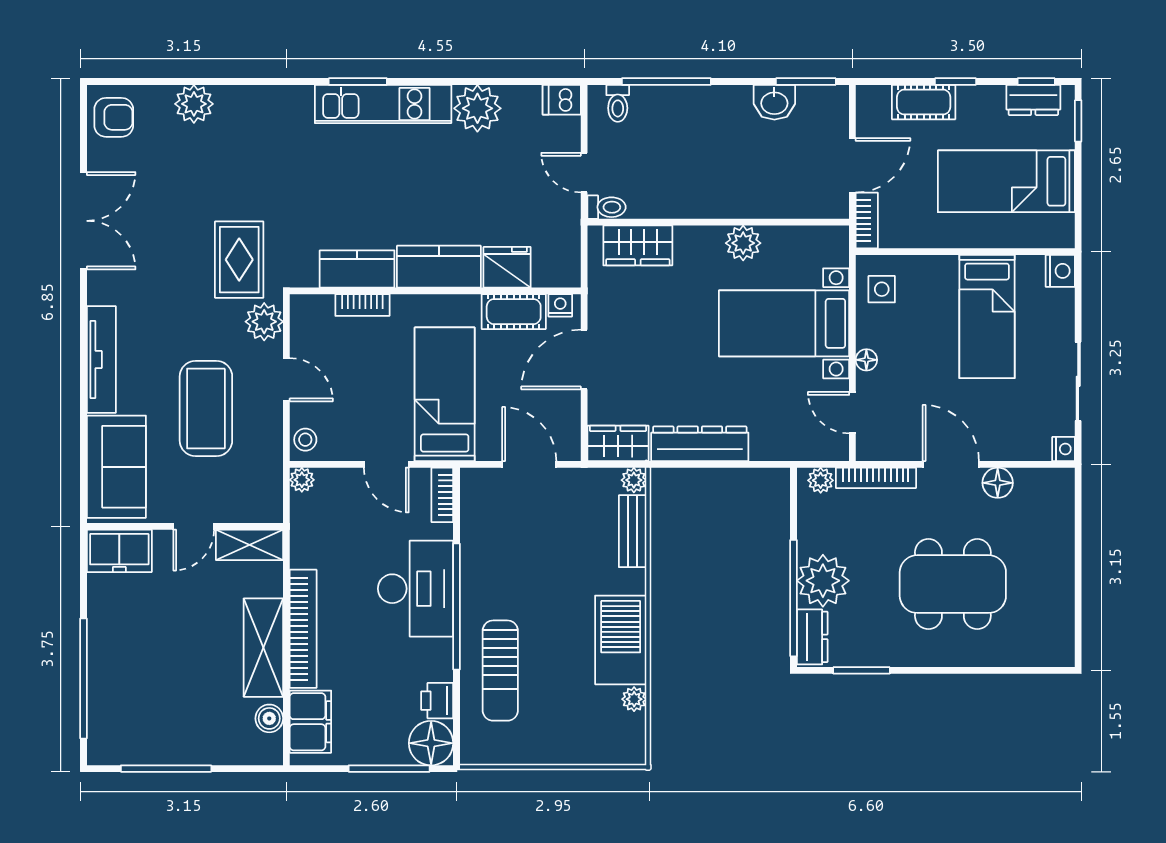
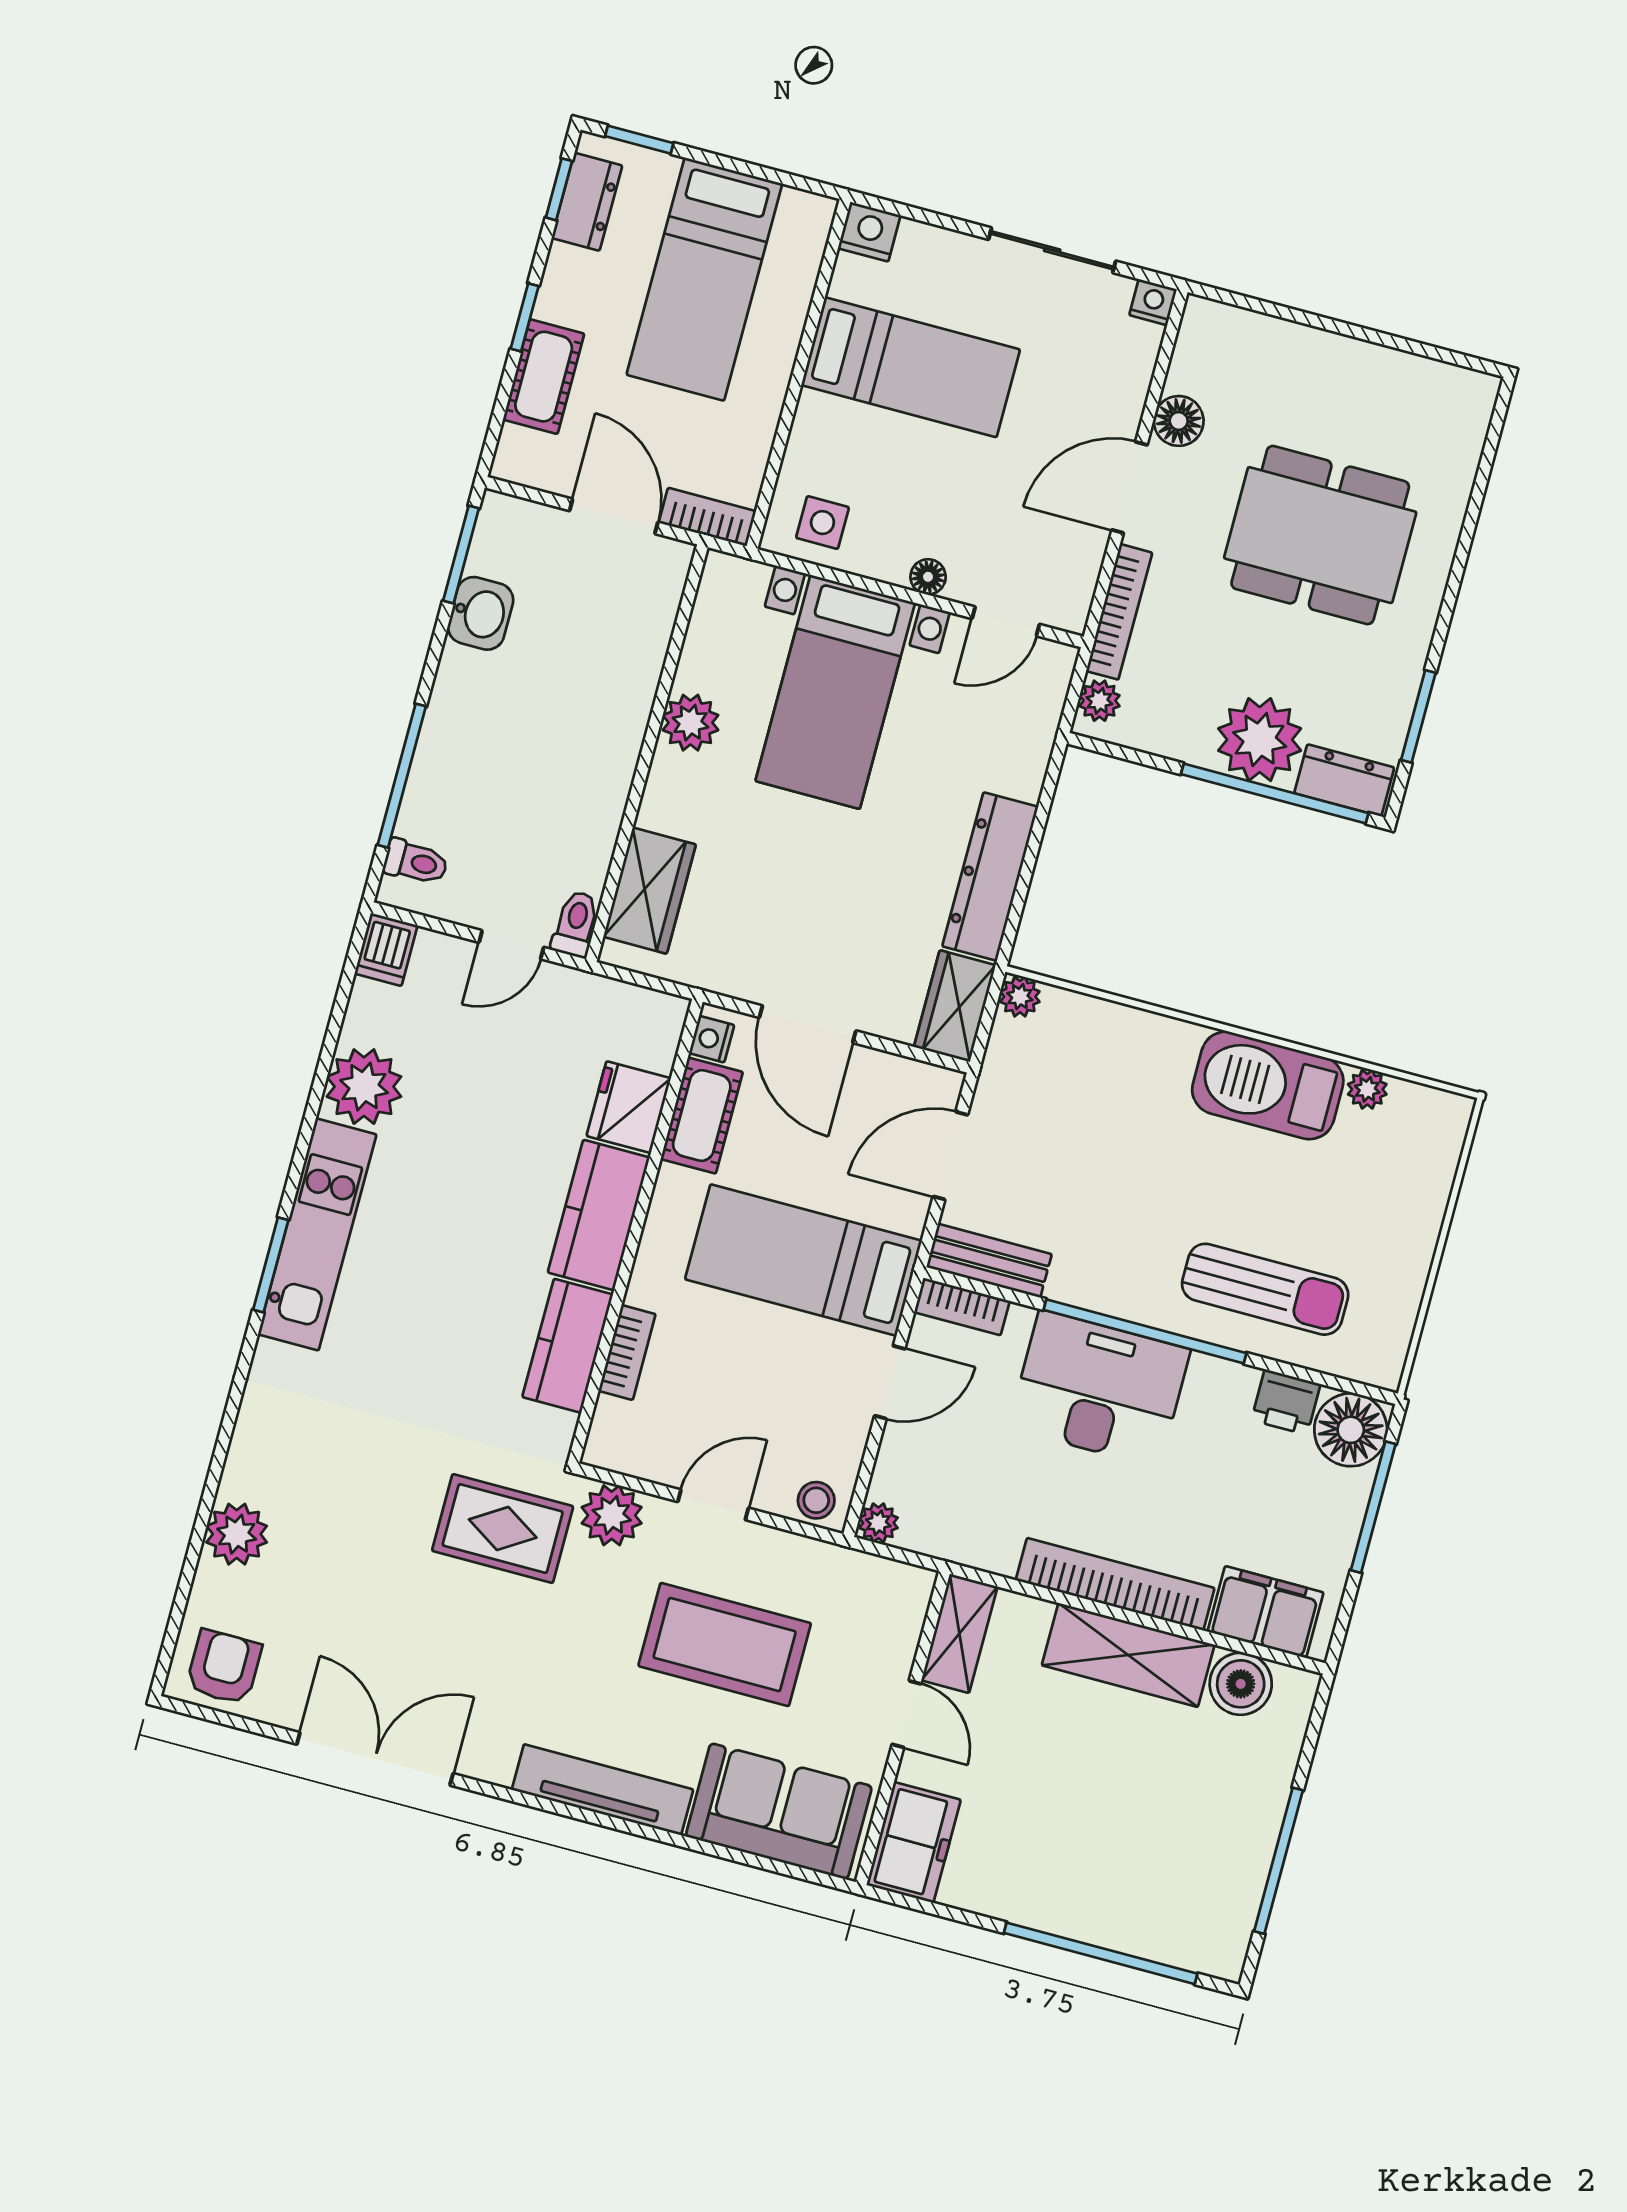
bench: (633, 531) -> (989, 1261), moved
dining table: (953, 584) -> (1320, 535), turned 90
boiler: (269, 718) -> (1241, 1684), width x1.36, depth x1.36

